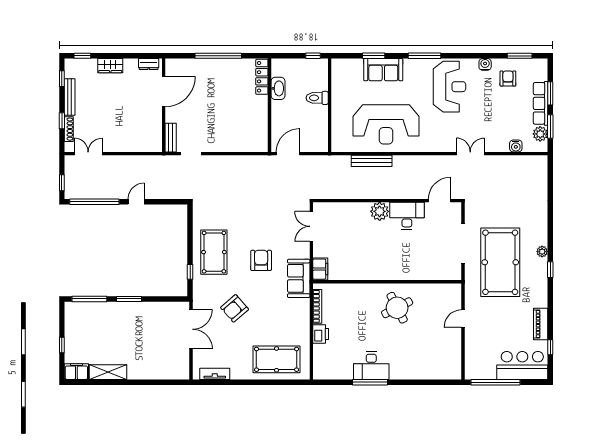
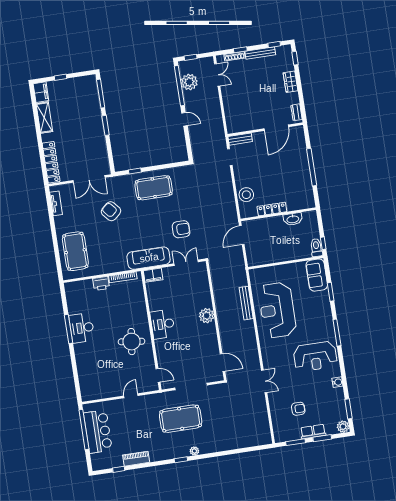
sofa: (383, 70) -> (317, 275), moved
locker: (262, 77) -> (272, 209), moved
armchair: (508, 78) -> (298, 409), moved
door: (164, 92) -> (276, 128), hinge flipped
toilet: (317, 98) -> (316, 248), moved
row of seats: (541, 103) -> (313, 432), width x0.68
plant: (540, 134) -> (343, 427), moved
stool: (240, 141) -> (246, 195), added
water cooler: (516, 146) -> (276, 417), removed
door: (288, 154) -> (242, 235), swing flipped
plant: (92, 189) -> (189, 82), added
desk: (407, 216) -> (163, 324), moved, turned 180
armchair: (261, 260) -> (181, 229), moved
pool table: (500, 262) -> (181, 419), width x0.73, depth x0.76
sofa: (299, 278) -> (149, 258), width x1.36
door: (443, 282) -> (158, 375), added
round table: (397, 308) -> (132, 342), turned 34
door: (463, 319) -> (131, 396), hinge flipped
bar counter: (522, 365) -> (98, 432), moved
locker: (164, 372) -> (51, 162), added

